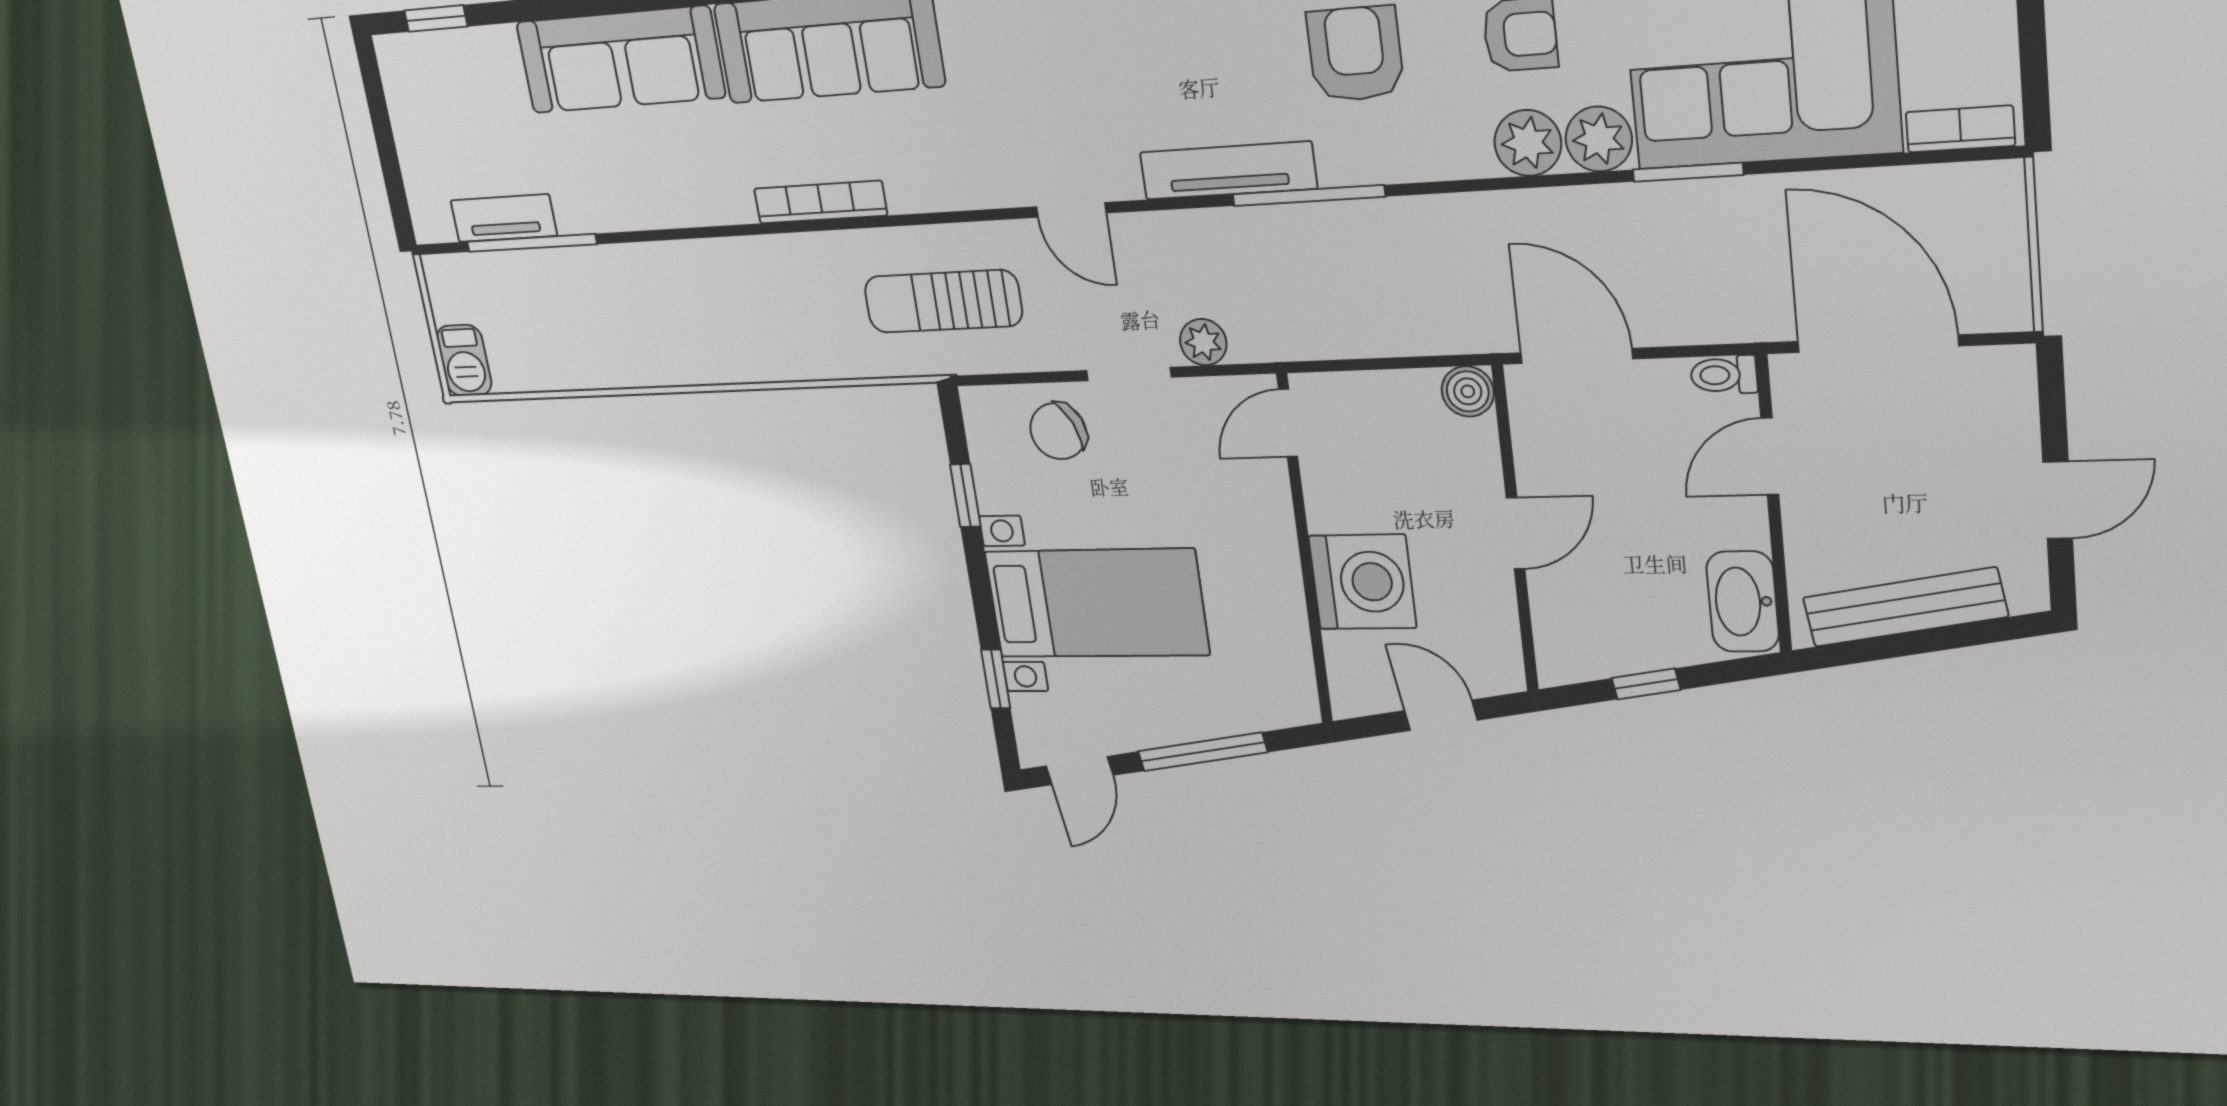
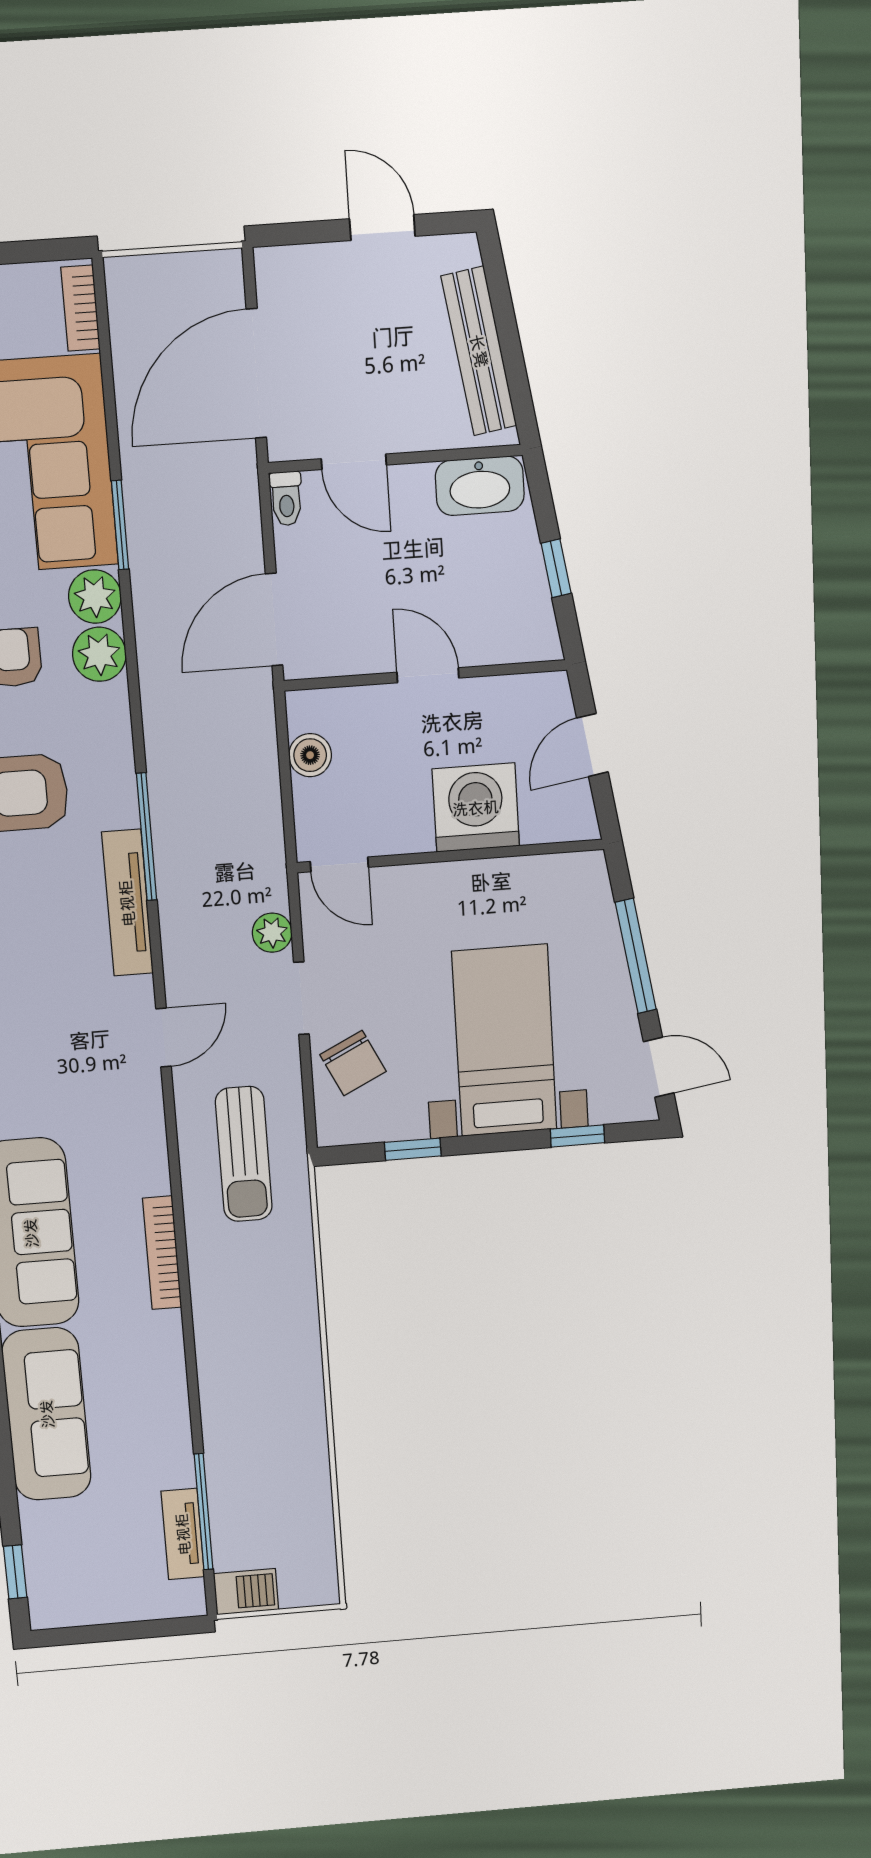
barbecue: (464, 360) -> (246, 1592), moved
boiler: (1468, 391) -> (310, 755), moved

